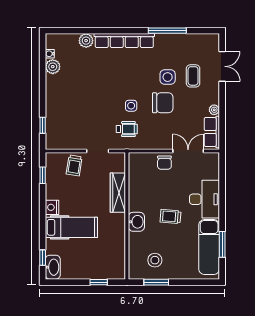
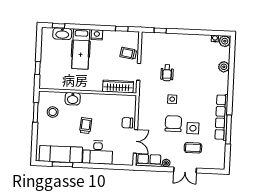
row of seats: (124, 41) -> (222, 117), moved
double door: (222, 66) -> (185, 170), moved
plant: (53, 67) -> (225, 41), moved
chair: (163, 103) -> (173, 124), turned 180
wheelchair: (127, 129) -> (167, 73), moved
wardrobe: (118, 193) -> (118, 87), moved
washbasin: (136, 222) -> (73, 99), moved
washbasin: (53, 267) -> (62, 34), moved

